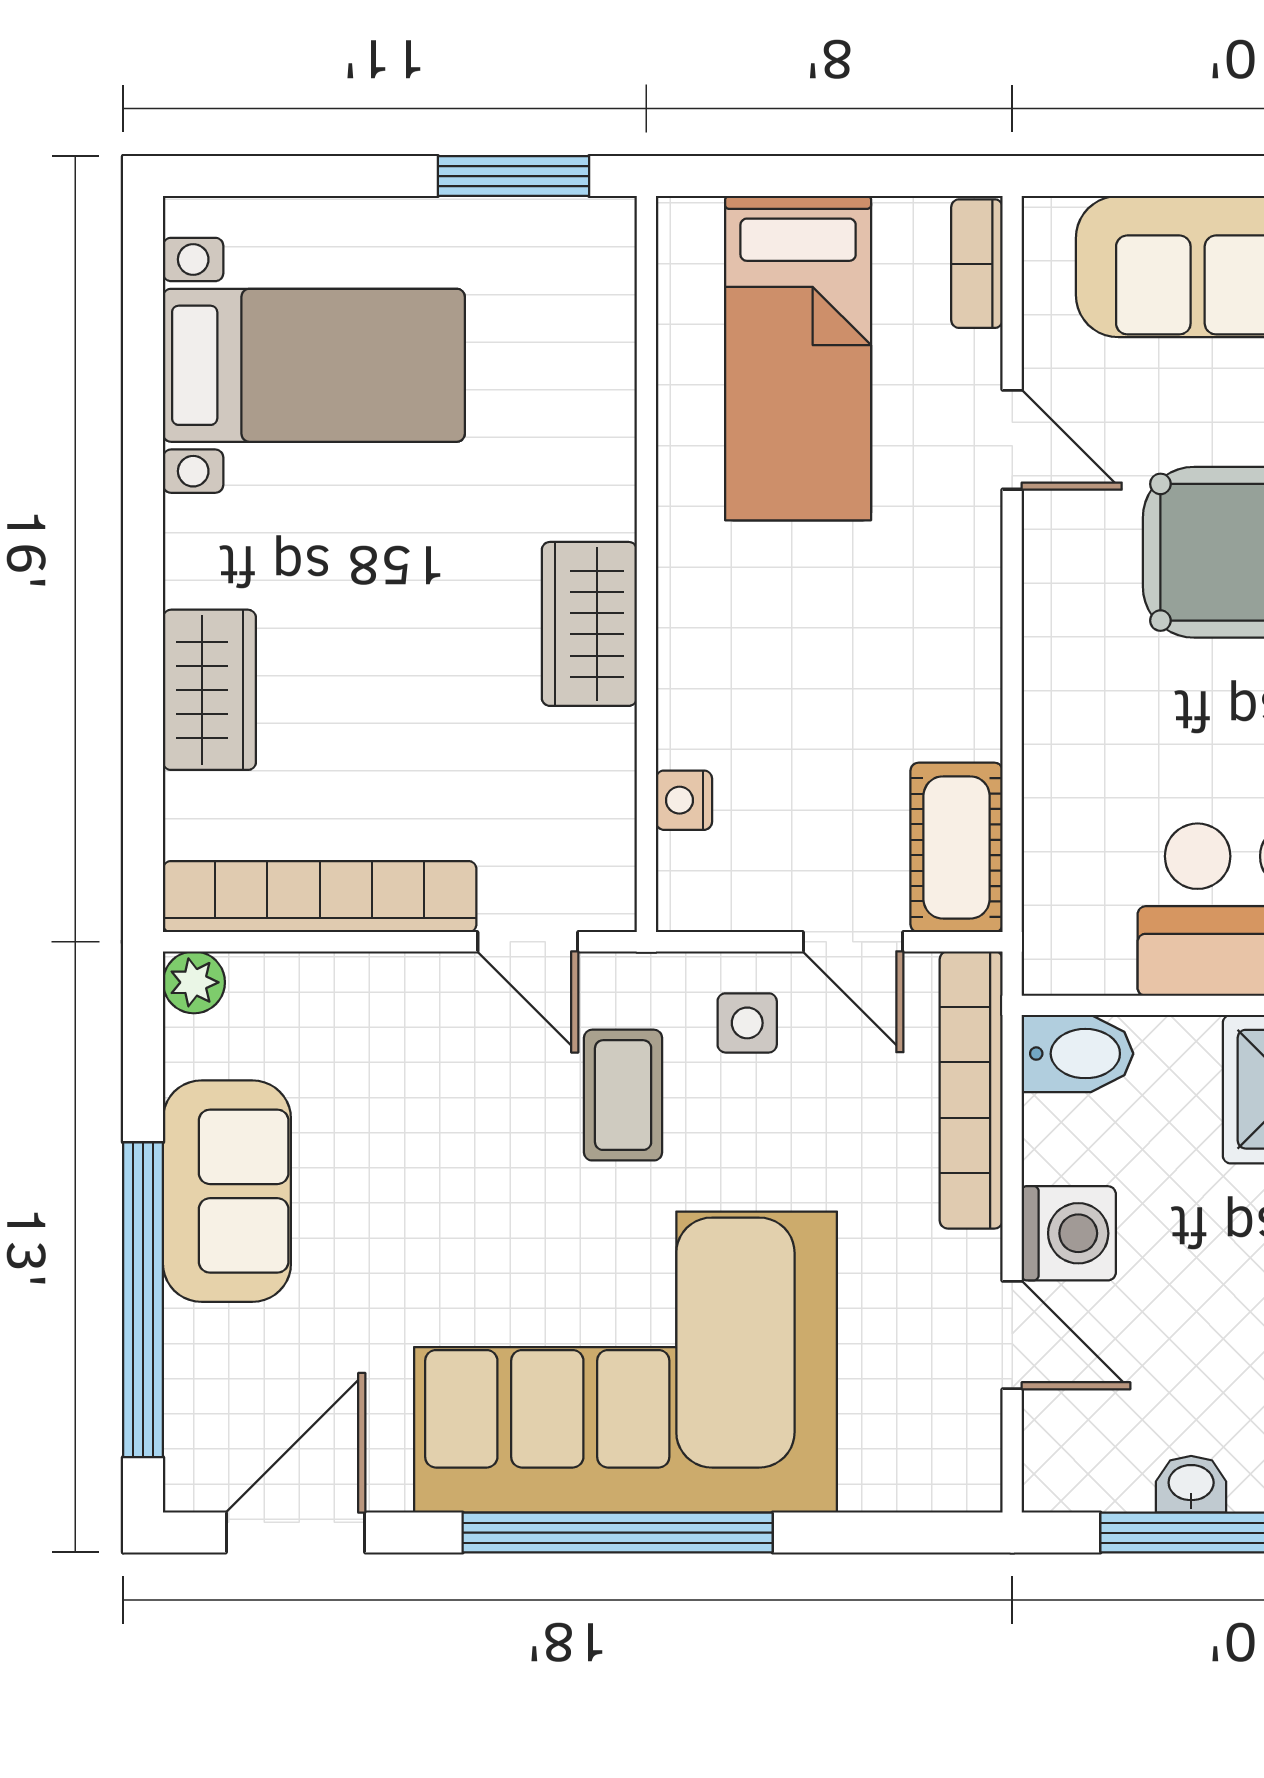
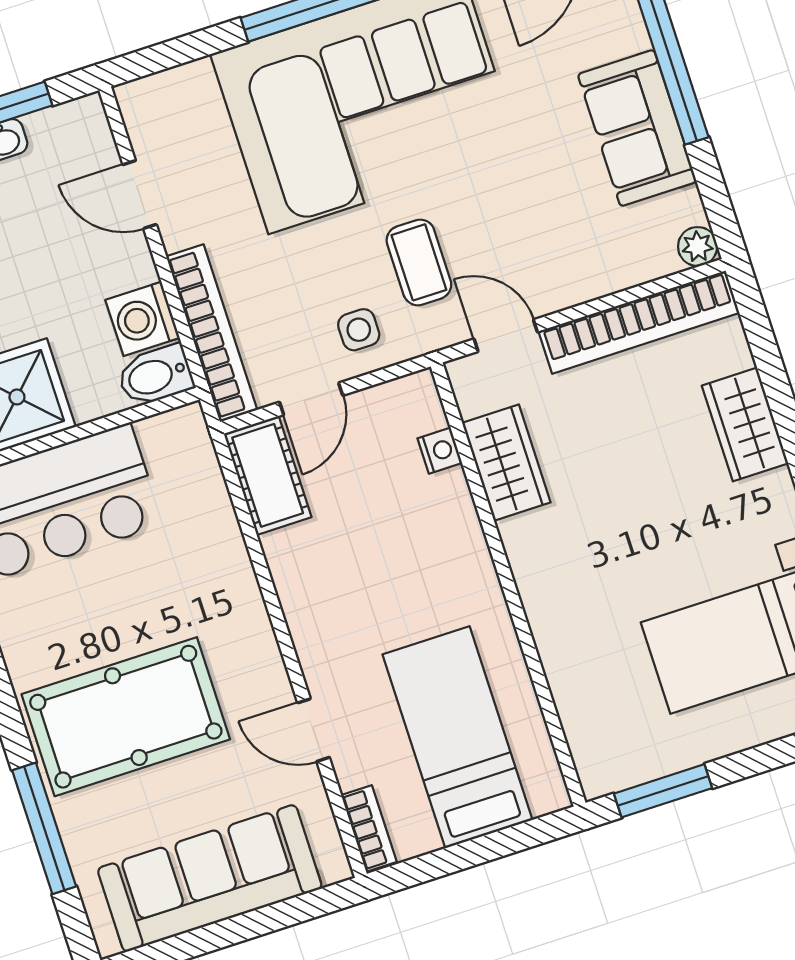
wardrobe: (589, 624) -> (506, 463), moved
door: (853, 942) -> (311, 399), swing flipped
washing machine: (1069, 1233) -> (143, 319), moved

